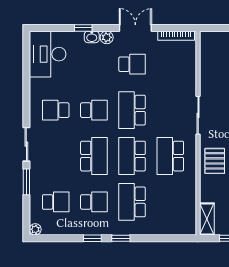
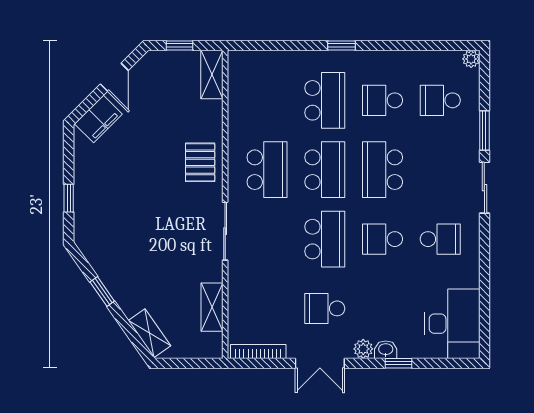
shelving: (207, 65) -> (212, 307), added
window: (92, 238) -> (385, 46), removed

